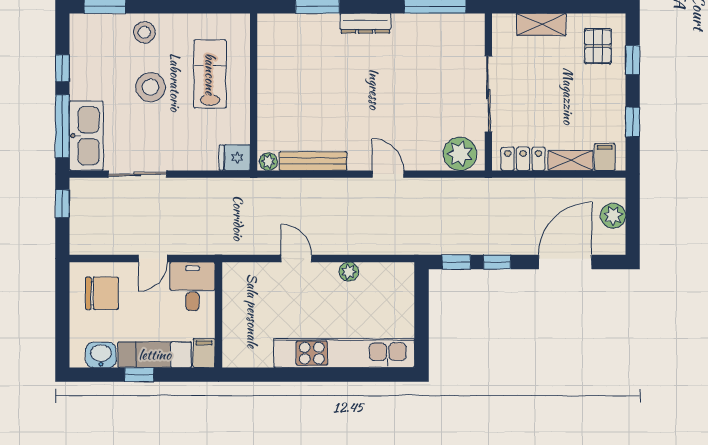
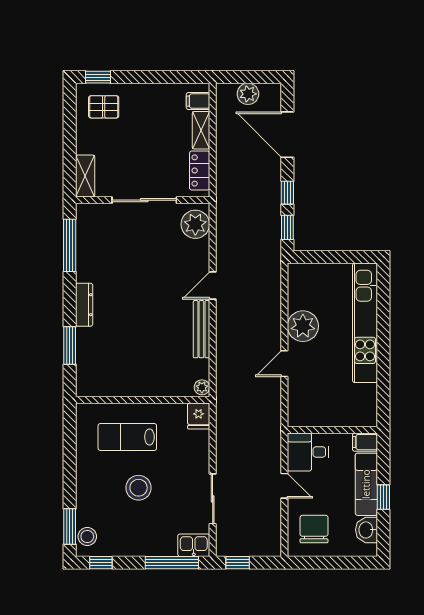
shelving: (541, 24) -> (85, 176), moved
stool: (144, 32) -> (87, 536), moved
window: (633, 60) -> (98, 77), moved
window: (62, 68) -> (101, 563), moved
window: (633, 122) -> (168, 77), removed
kitchen sink: (86, 136) -> (194, 545), width x0.53, depth x0.81
bench: (313, 161) -> (201, 329), moved
plant: (349, 272) -> (303, 326), width x1.87, depth x1.87

